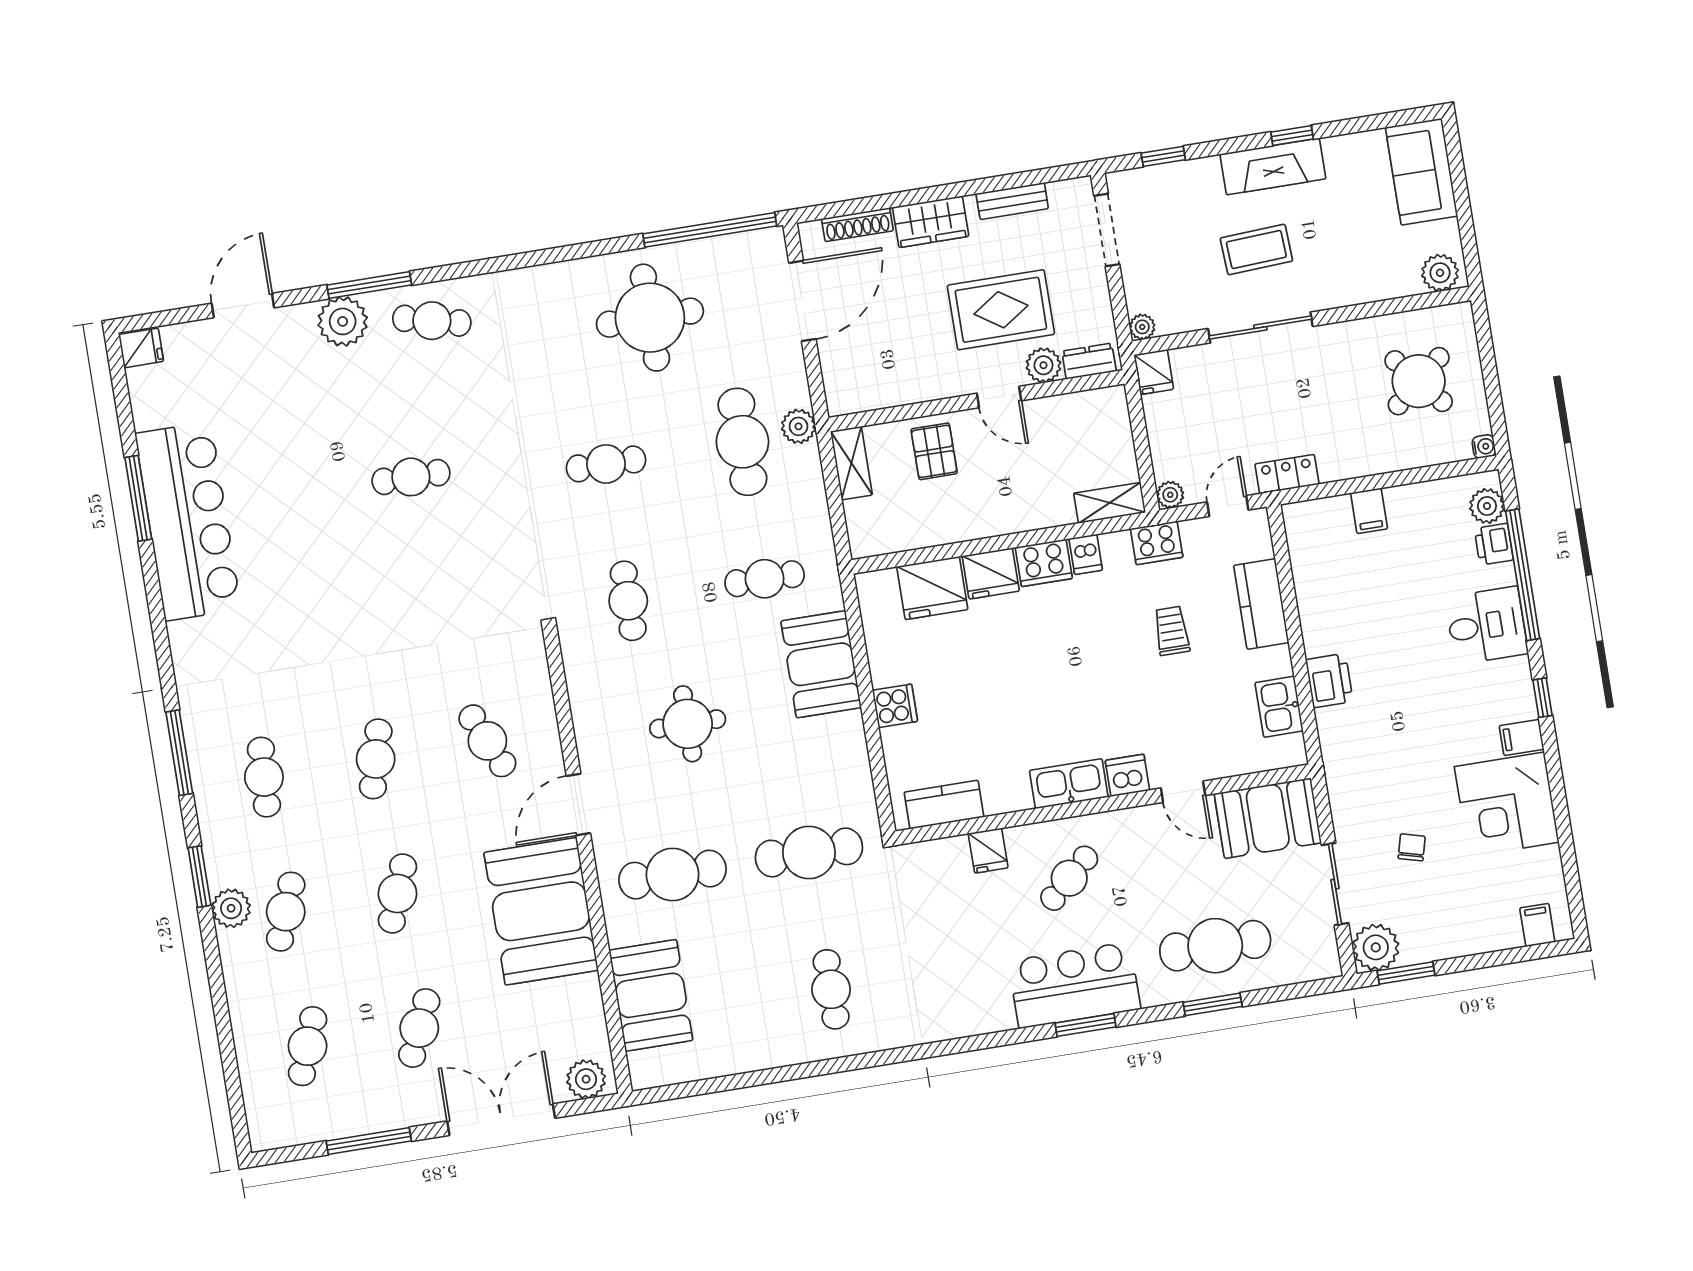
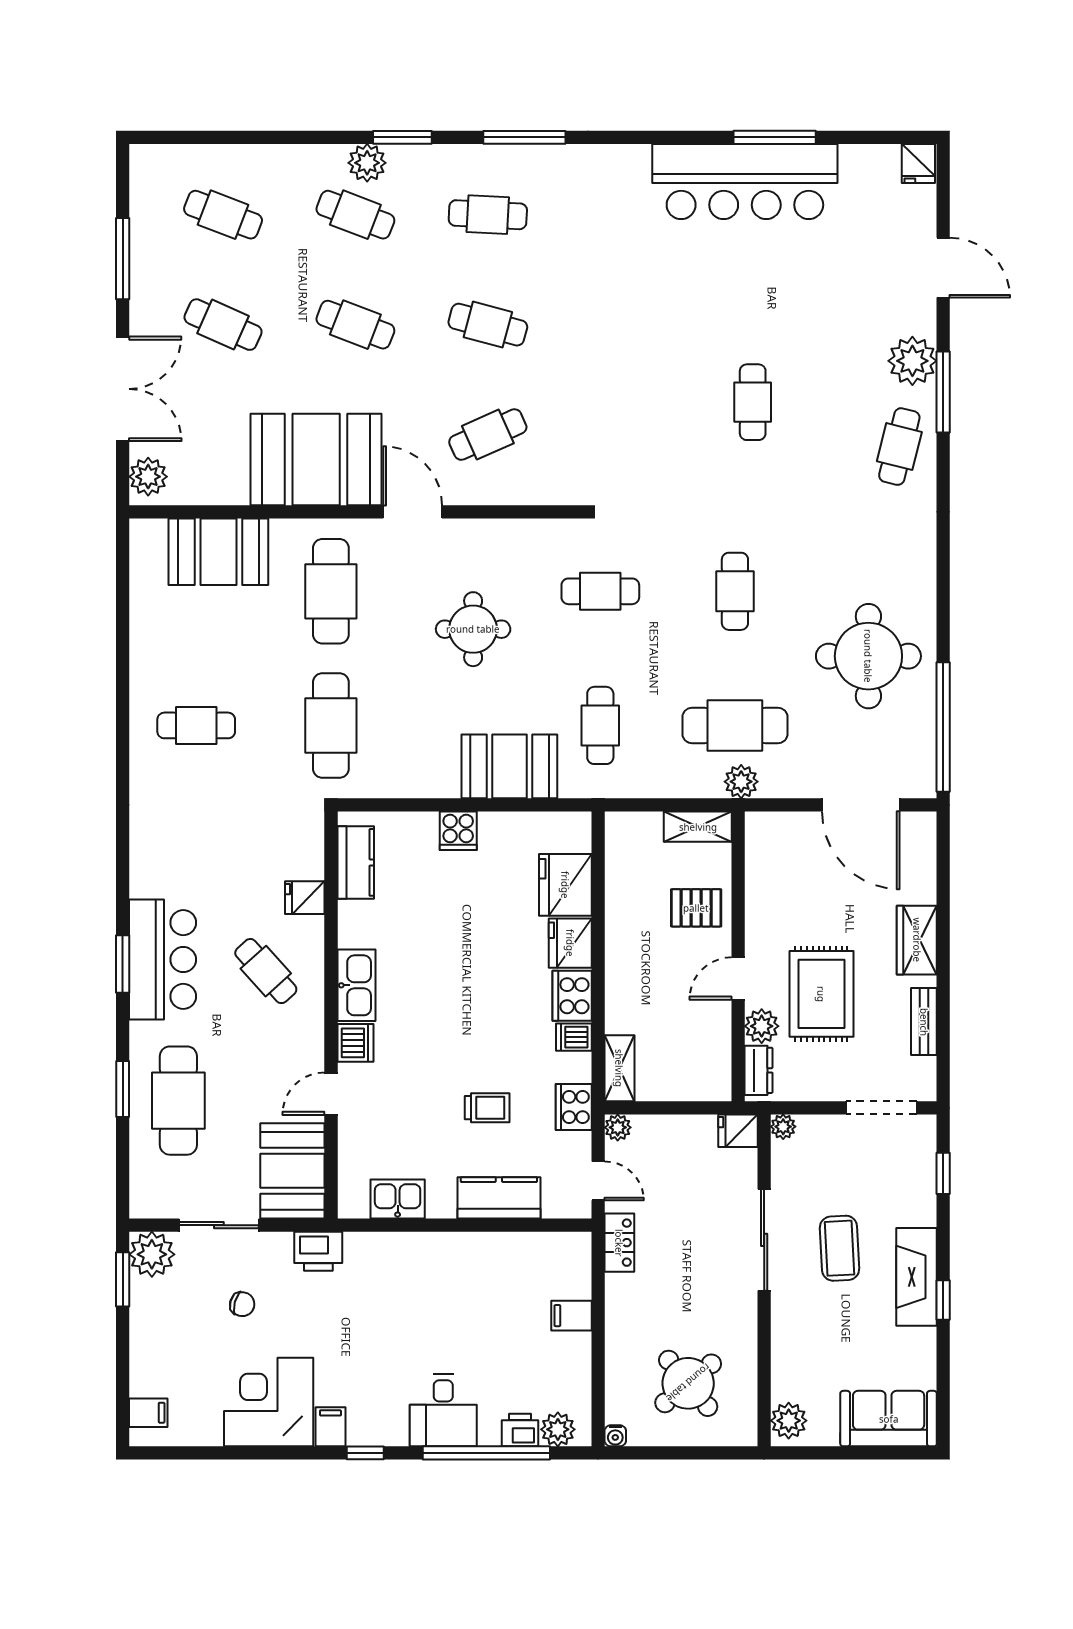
shoe rack: (857, 225) -> (925, 869), removed
printer: (1329, 681) -> (318, 1251), moved

